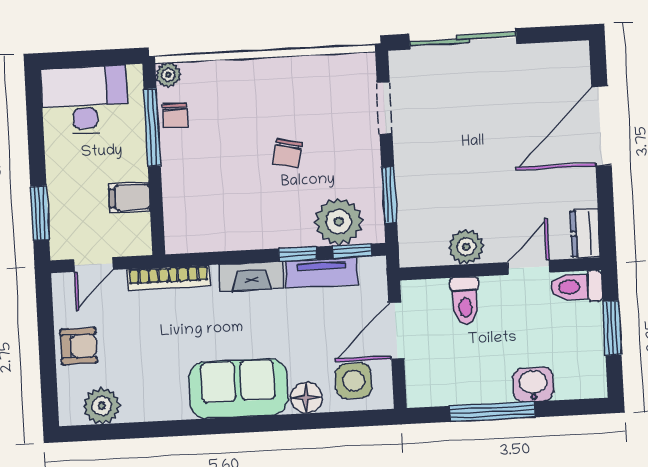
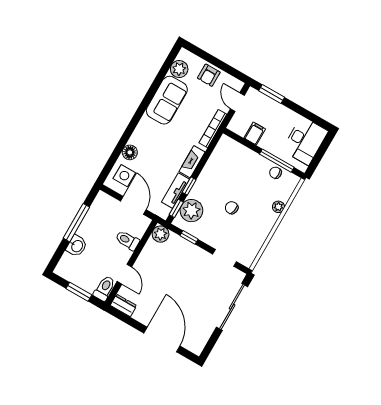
plant: (168, 75) -> (278, 207), moved
window: (389, 195) -> (189, 237), width x0.67
plant: (466, 247) -> (161, 234), moved
sofa: (238, 388) -> (167, 100), moved

